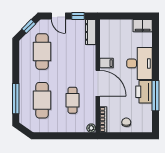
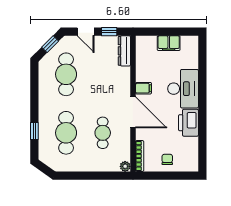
filing cabinet: (143, 26) -> (169, 43), moved
window: (155, 96) -> (202, 127), removed
window: (16, 99) -> (34, 131), width x0.46

